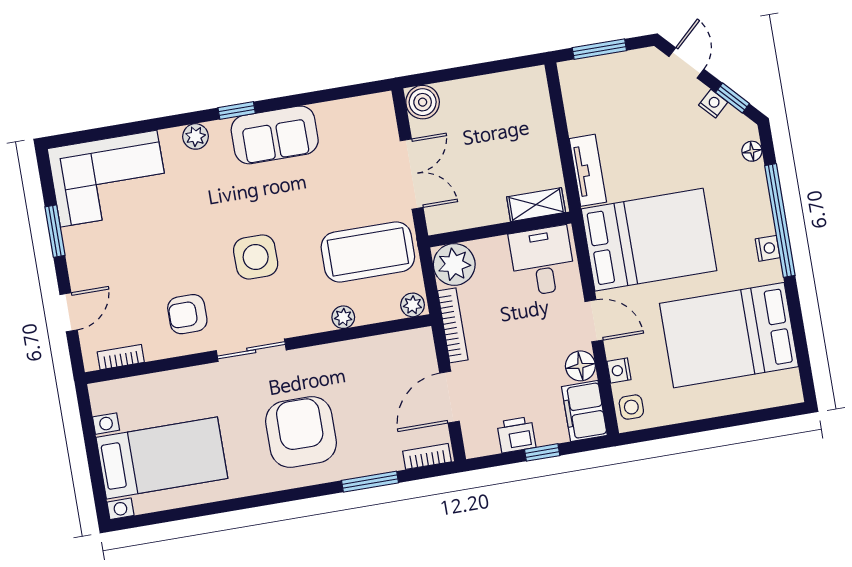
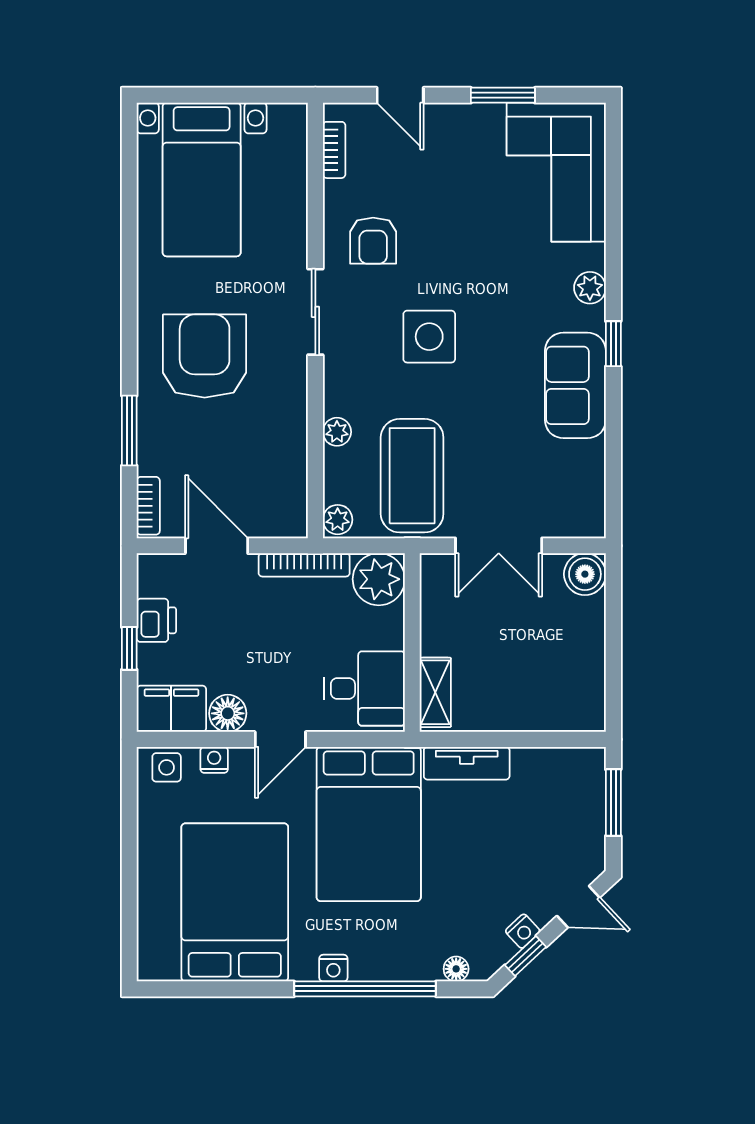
armchair: (187, 314) -> (373, 241), turned 180
armchair: (301, 432) -> (205, 356), turned -90

